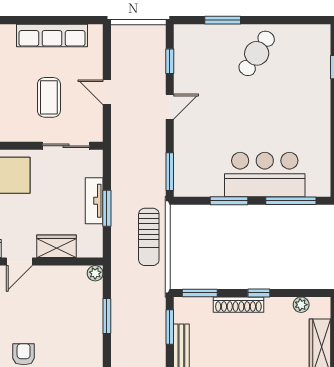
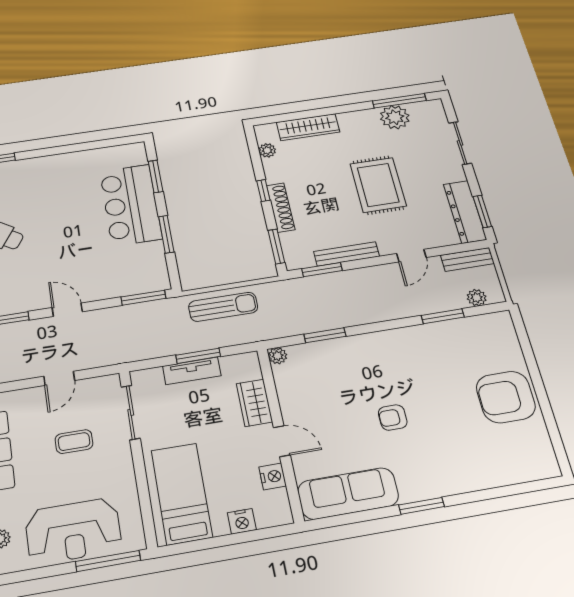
coffee table: (49, 97) -> (74, 442), width x0.73, depth x0.77
window: (291, 201) -> (156, 176), width x0.69

